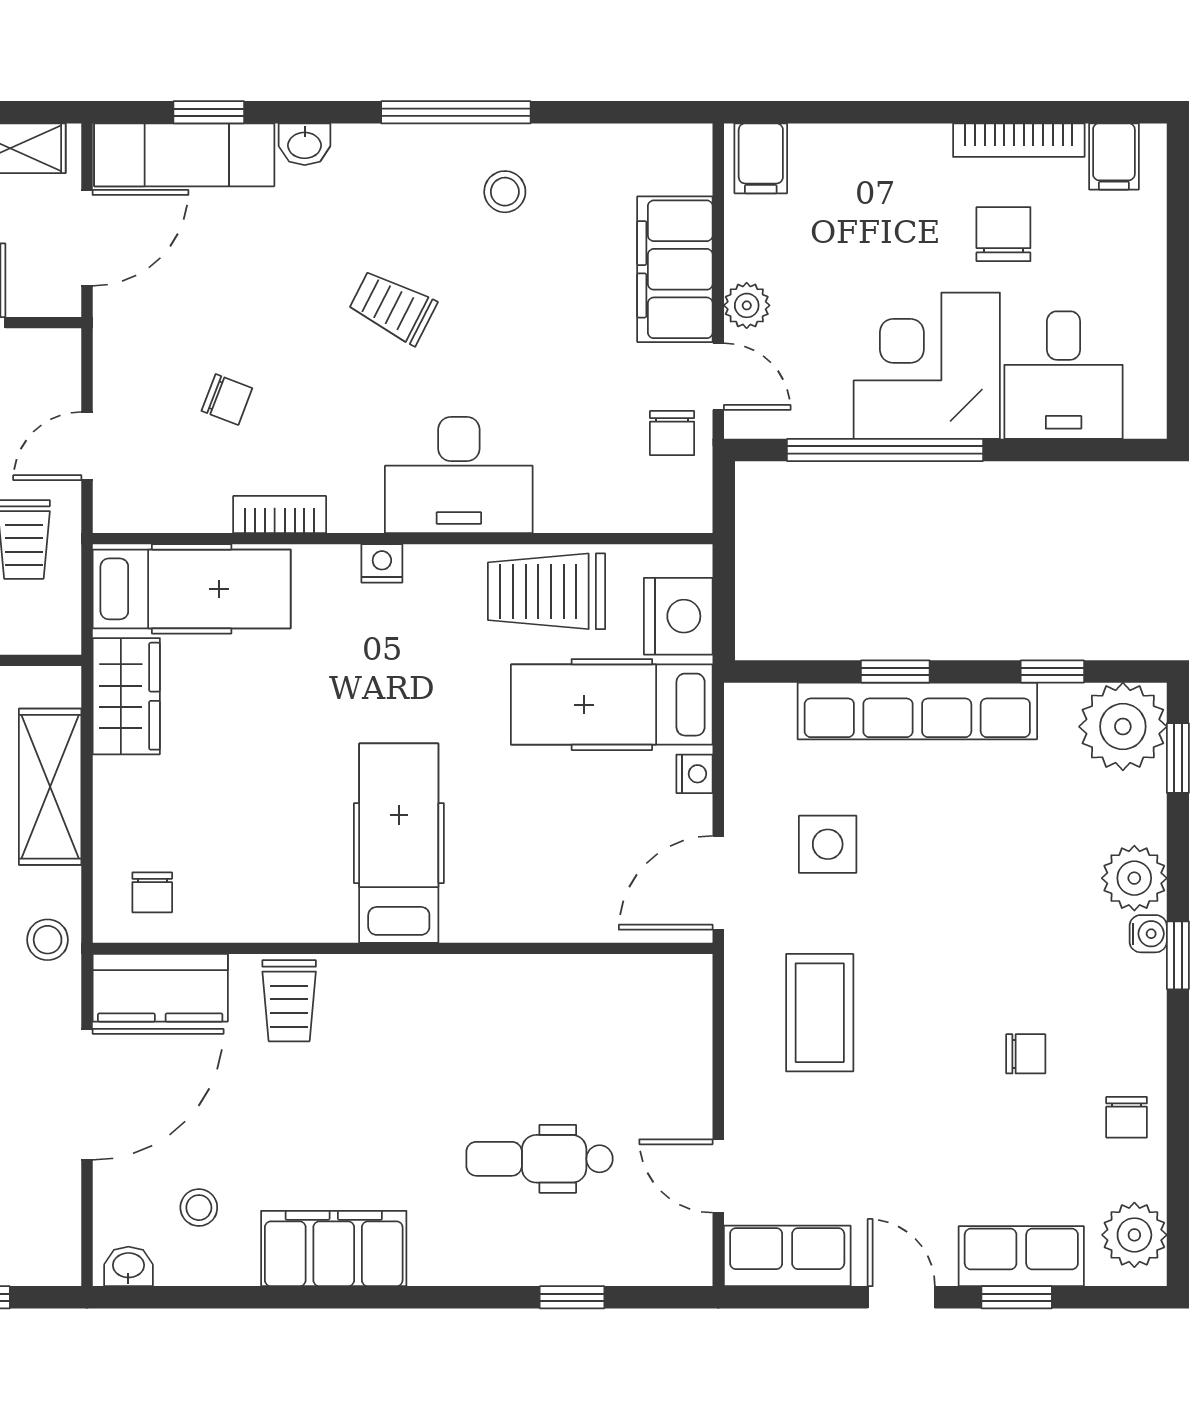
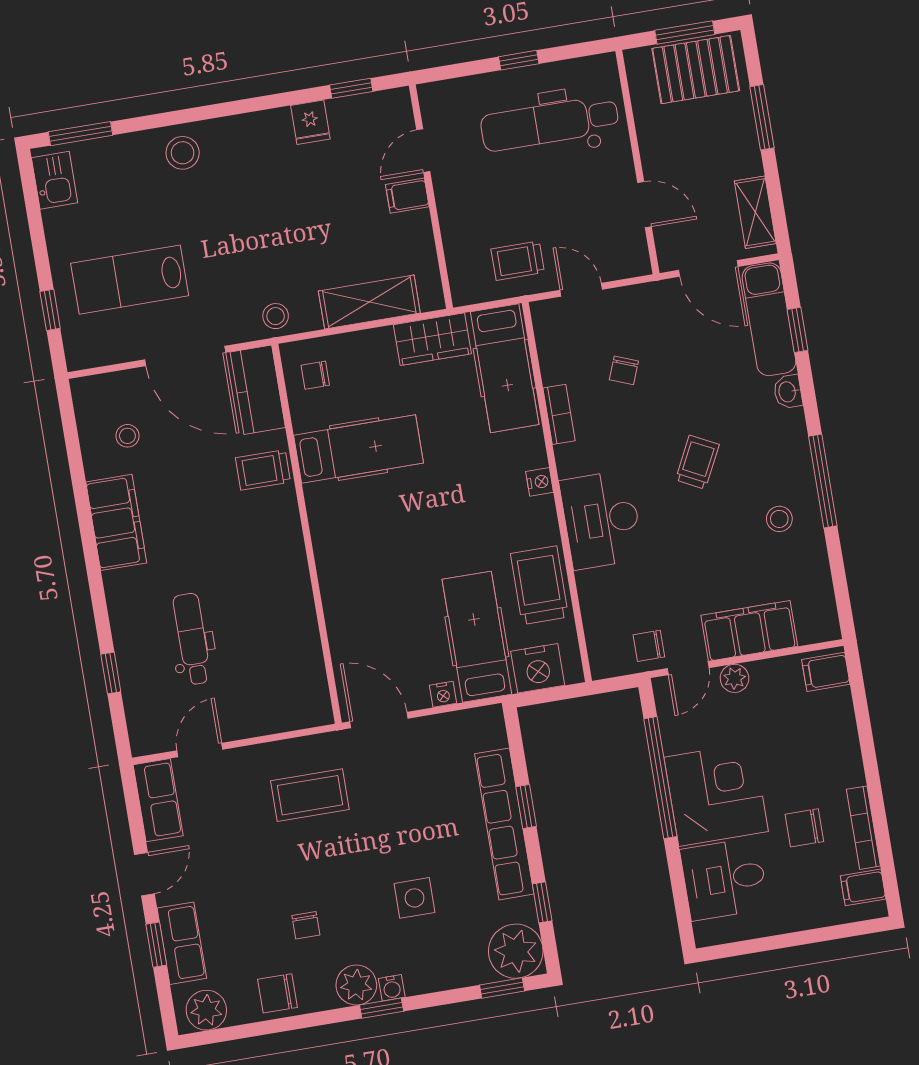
chair: (1003, 234) -> (804, 828), turned 180
hospital bed: (399, 843) -> (358, 449), moved
side table: (828, 844) -> (414, 898), moved
plant: (1134, 878) -> (356, 985), moved
chair: (1127, 1117) -> (277, 993), width x1.37, depth x1.37
washbasin: (128, 1266) -> (84, 399), removed

